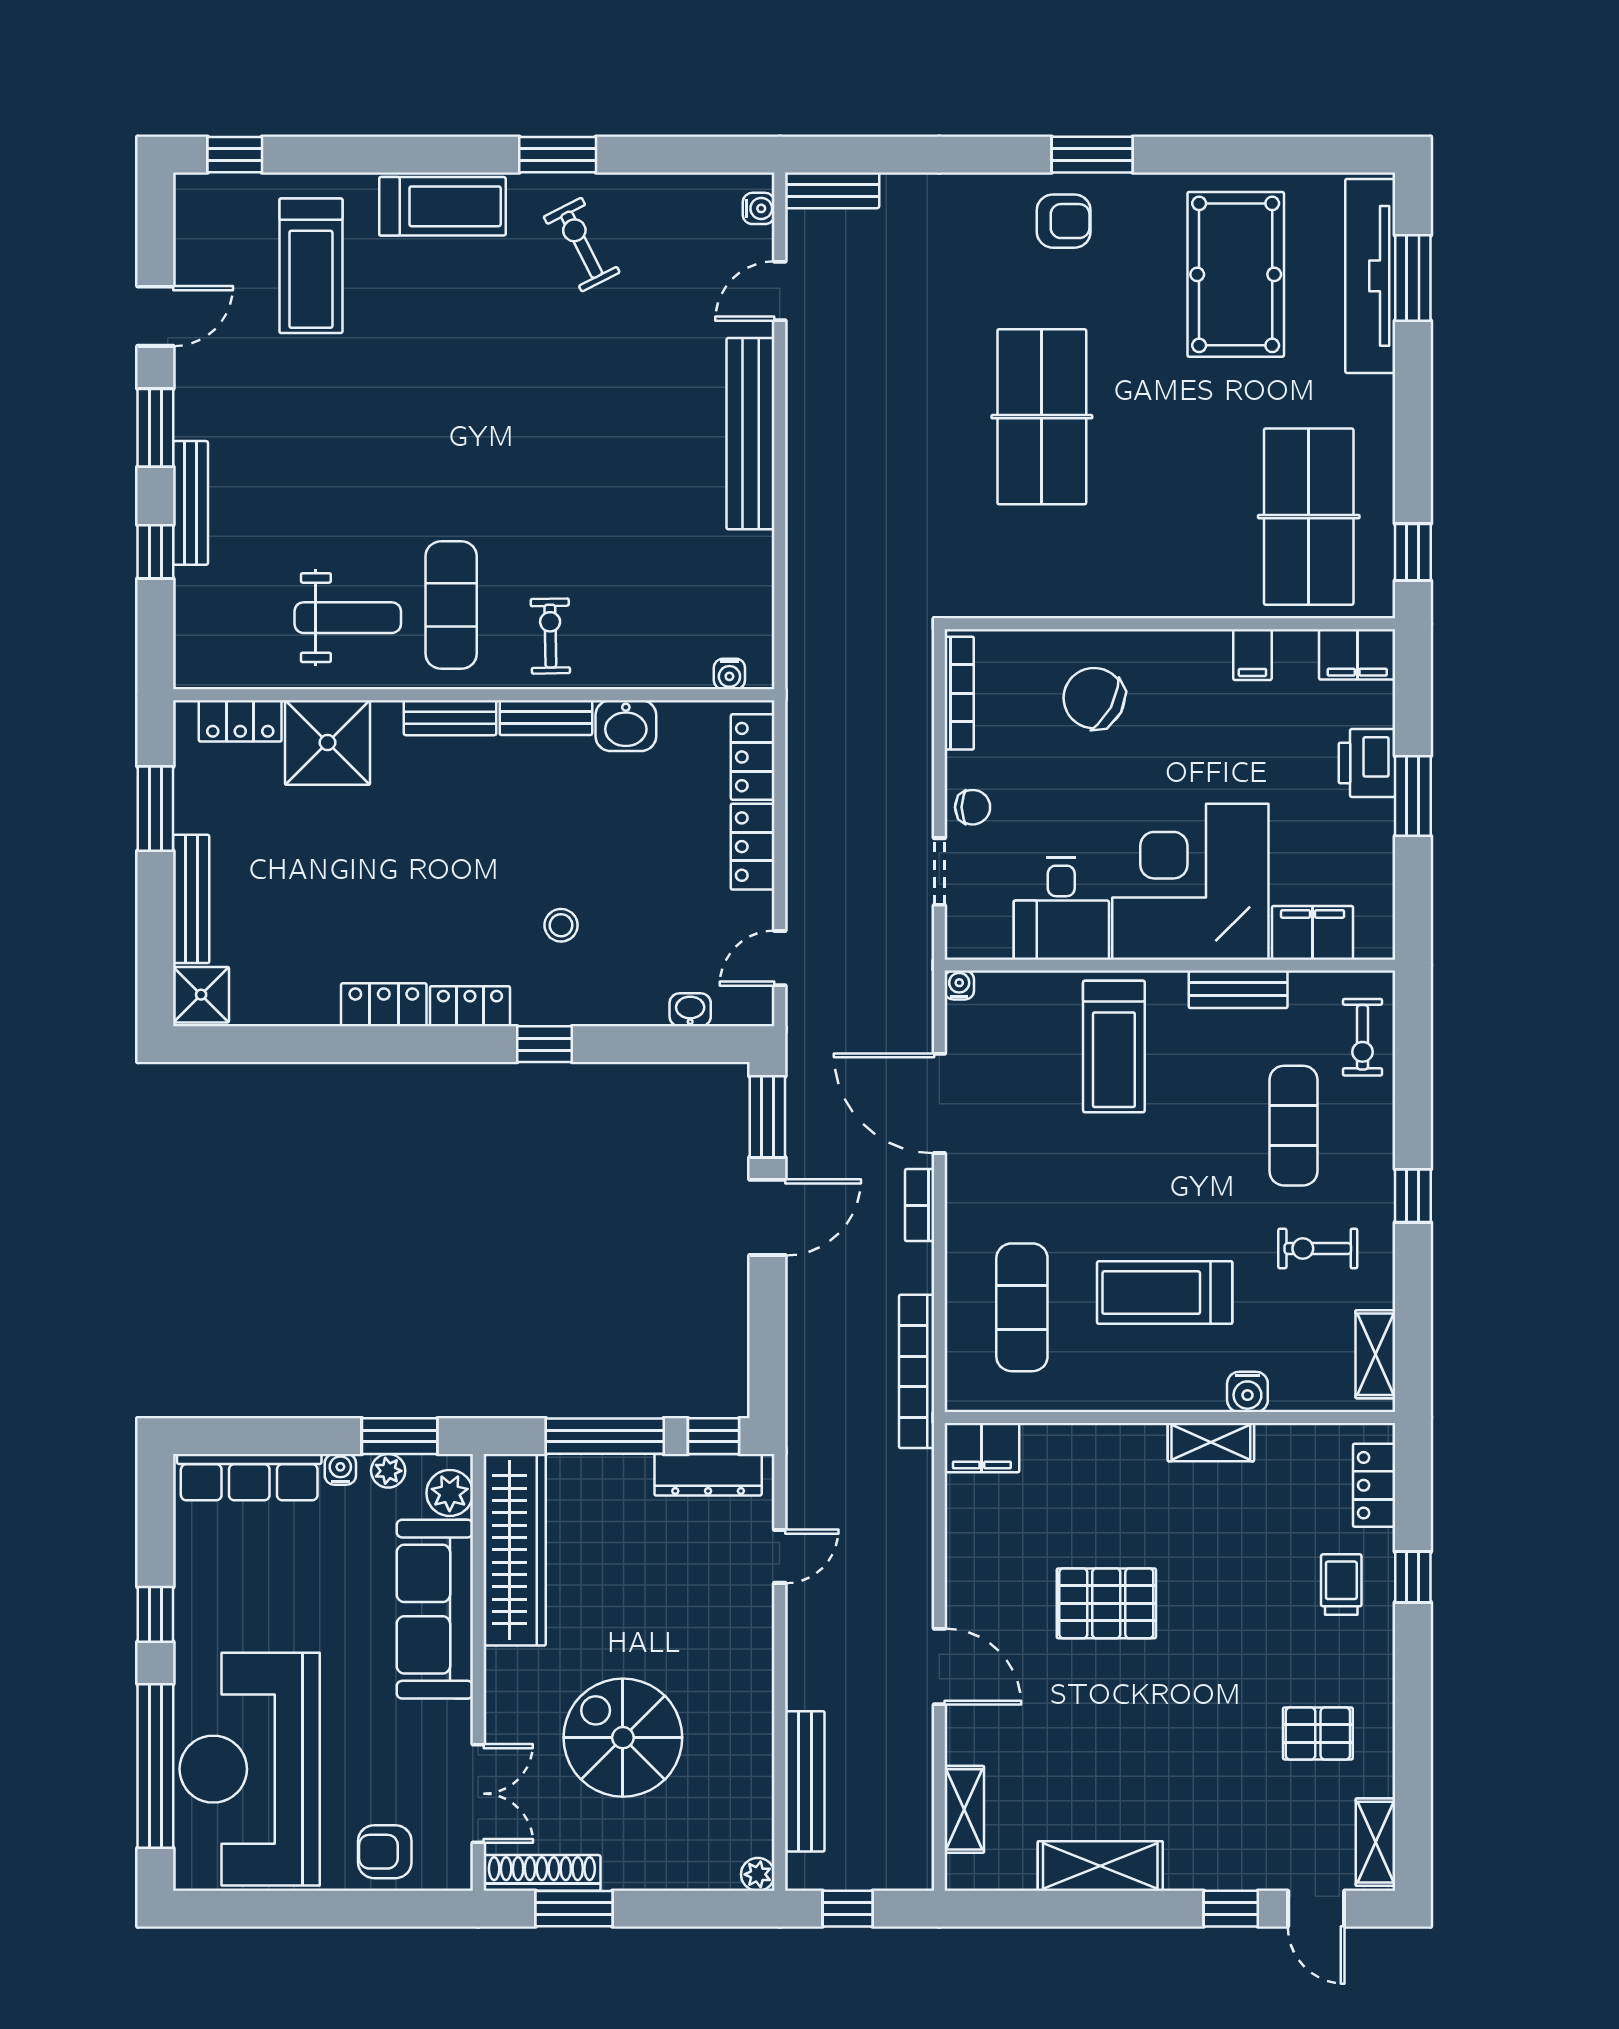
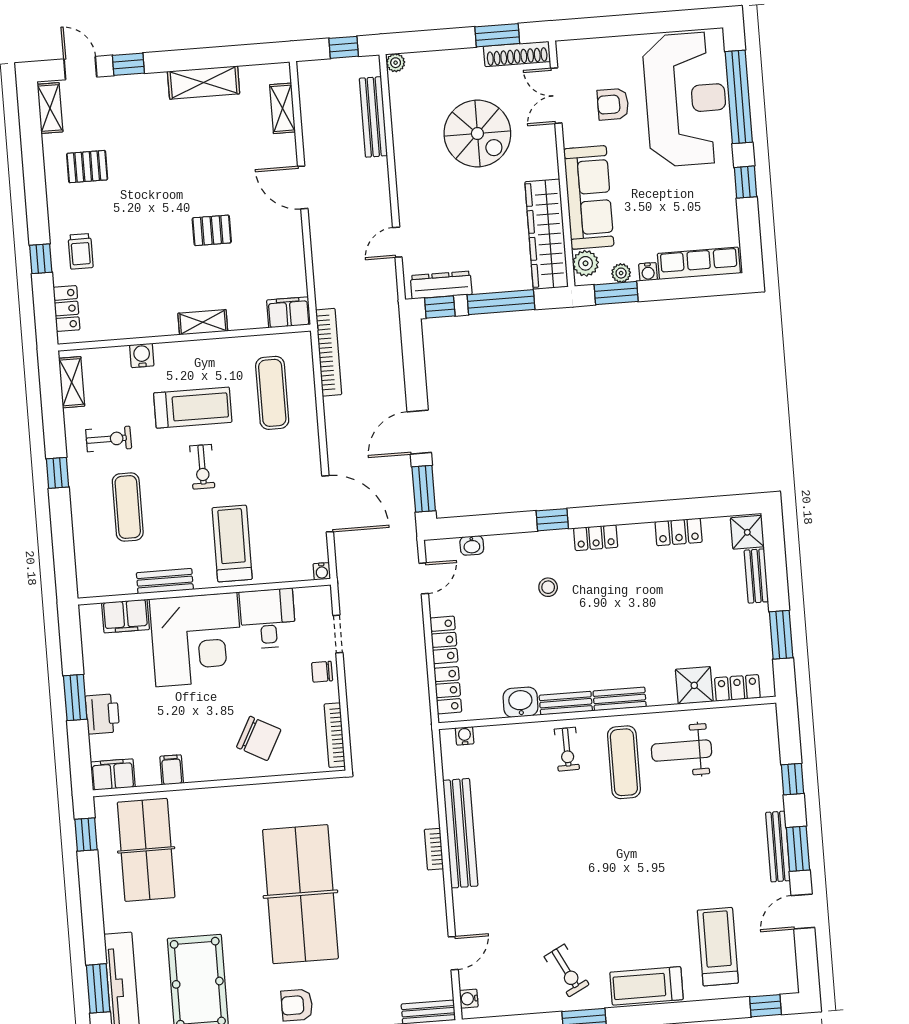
table tennis table: (1042, 417) -> (300, 894), width x1.36, depth x1.32
bench: (751, 434) -> (460, 833), moved
bench: (190, 503) -> (778, 846), moved
shower: (327, 742) -> (694, 685), width x0.73, depth x0.73
bench: (191, 899) -> (756, 576), width x0.73
locker: (384, 1005) -> (679, 532), moved
exercise bike: (1362, 1037) -> (202, 467), moved, turned 180
bookcase: (920, 1205) -> (434, 849), moved, turned 180
shelving: (1211, 1442) -> (203, 322), moved
pallet: (1106, 1603) -> (212, 230), width x0.67, depth x0.71
armchair: (385, 1852) -> (613, 104), moved, turned 180

